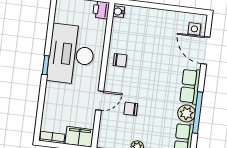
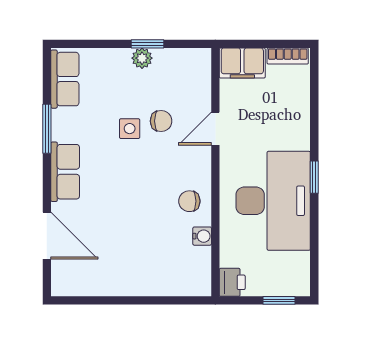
water cooler: (119, 12) -> (202, 236), moved
side table: (194, 29) -> (130, 129), moved
plant: (187, 113) -> (66, 125), removed
window: (198, 113) -> (47, 129), width x0.69

